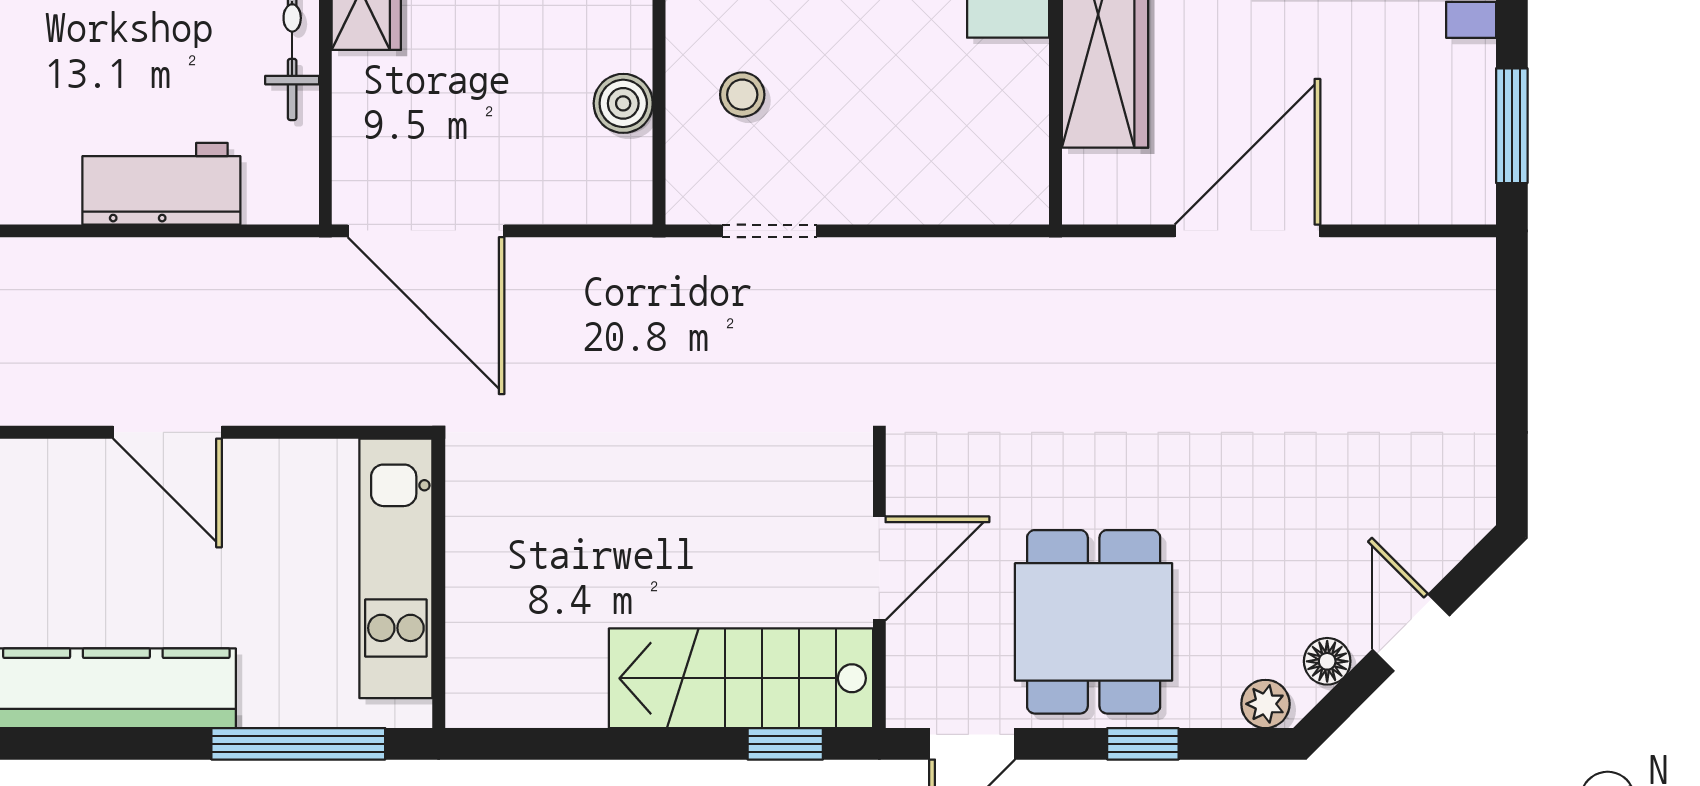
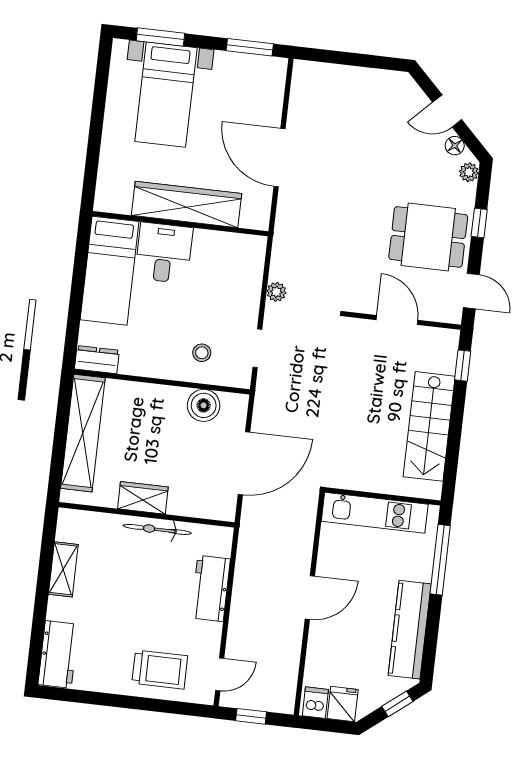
boiler: (623, 103) -> (204, 405), width x1.36, depth x1.36
door: (426, 231) -> (244, 463), moved
plant: (914, 262) -> (276, 292), added
stairs: (741, 678) -> (429, 426), moved

